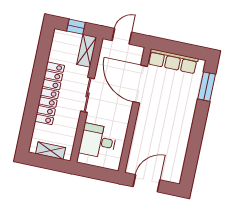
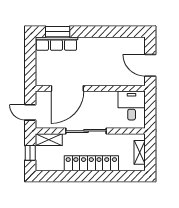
row of seats: (173, 61) -> (56, 44), moved, turned 90
sliding door: (88, 95) -> (86, 131), width x1.37
desk: (98, 141) -> (132, 106), moved, turned 180

